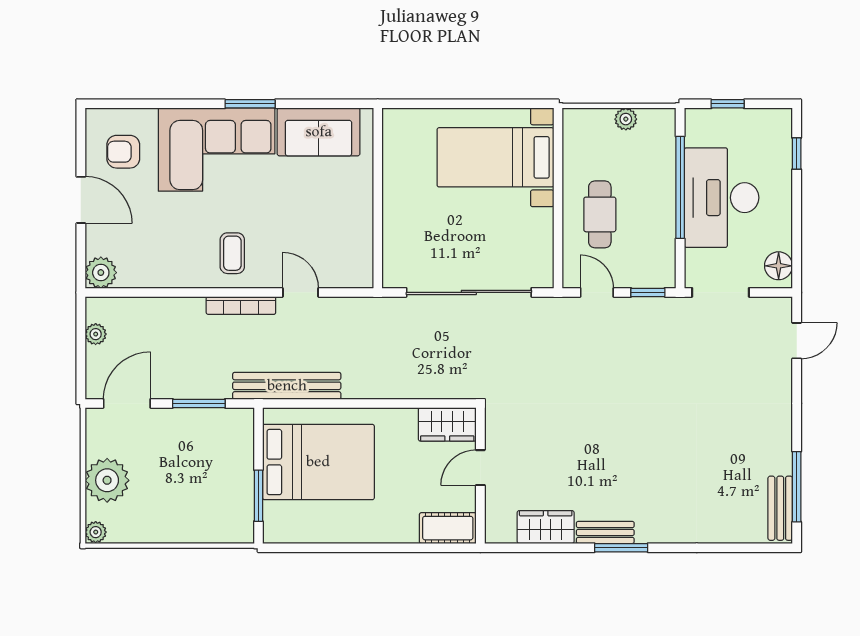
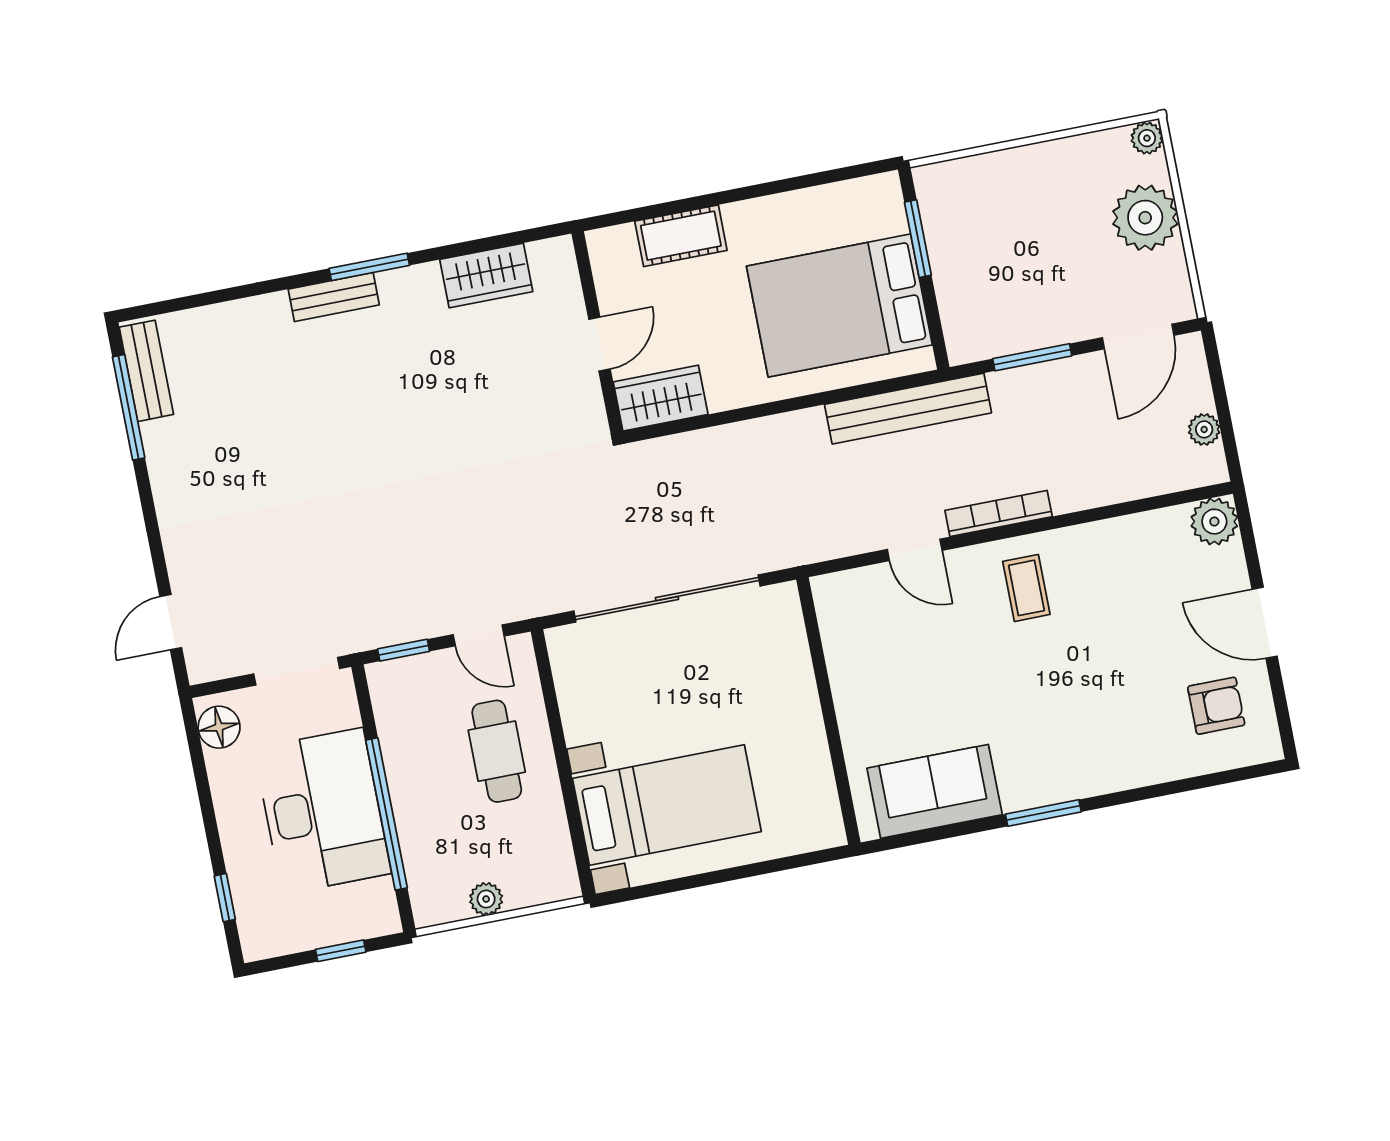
corner sofa: (217, 150) -> (1079, 736), removed
cot: (448, 528) -> (681, 236), moved
bench: (605, 532) -> (334, 297), moved

